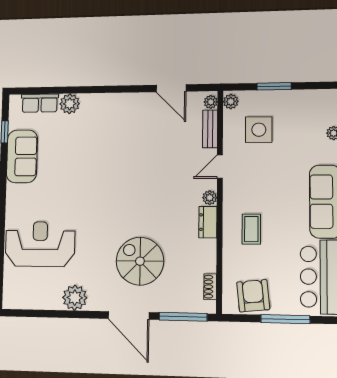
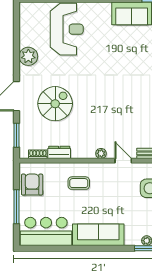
dresser: (208, 222) -> (59, 152), moved
armchair: (253, 296) -> (32, 185), turned -84
window: (183, 317) -> (16, 135), width x0.69

